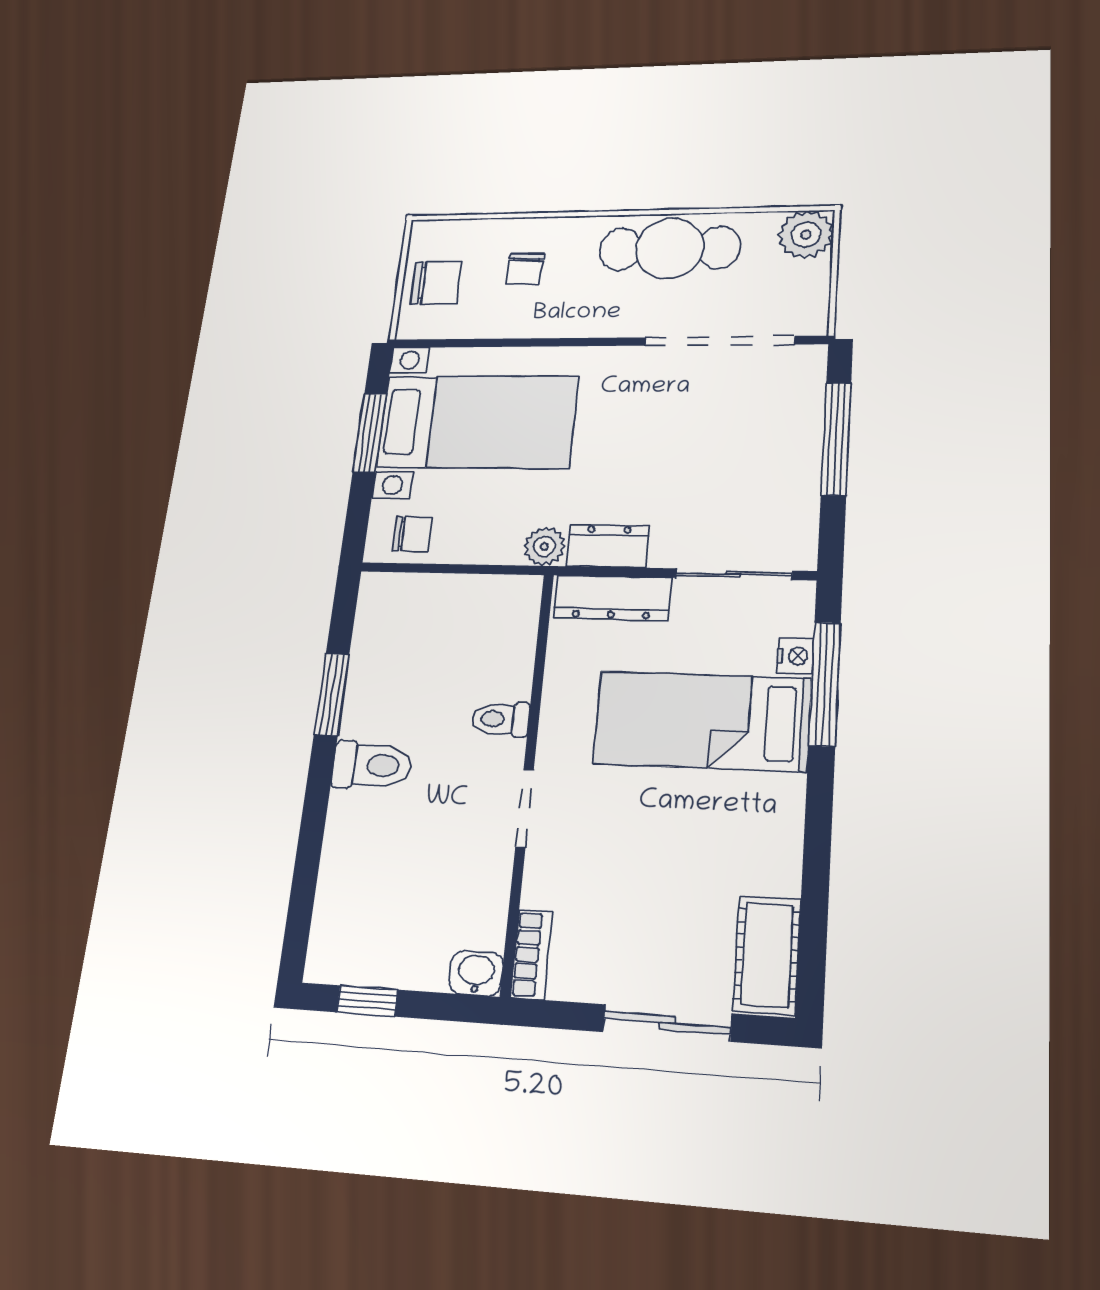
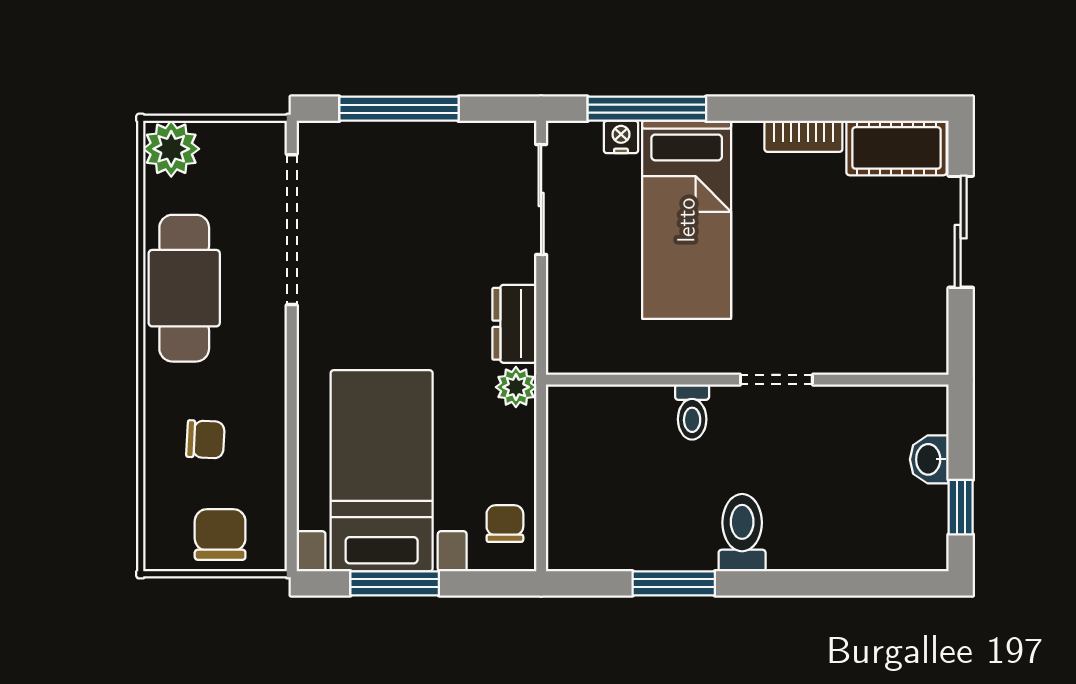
dresser: (612, 598) -> (568, 315), removed
bookcase: (531, 955) -> (803, 136), moved, turned 180
washbasin: (476, 973) -> (929, 459), moved

